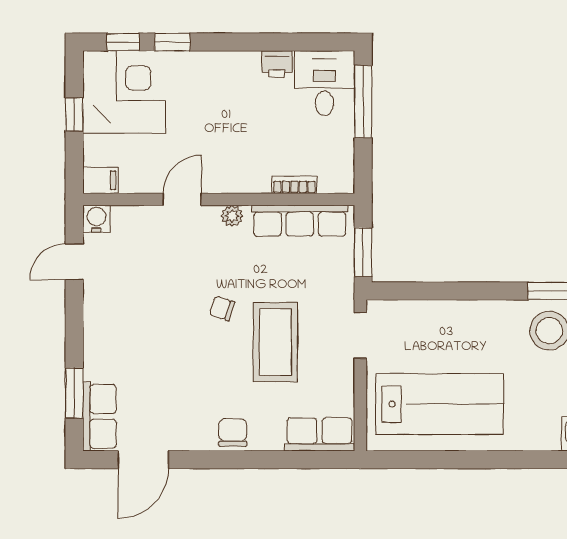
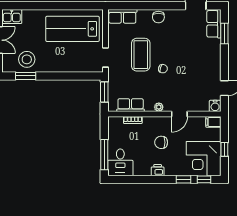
printer: (277, 64) -> (158, 170), moved
chair: (226, 131) -> (161, 142), added
row of seats: (300, 221) -> (131, 105), width x0.68

